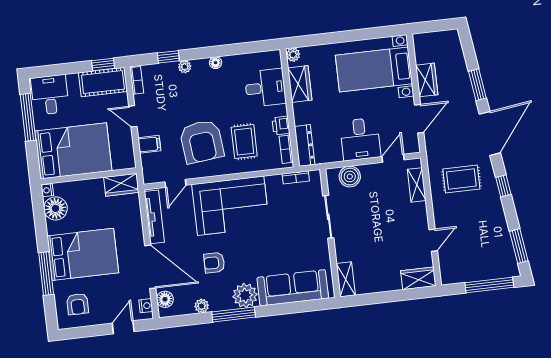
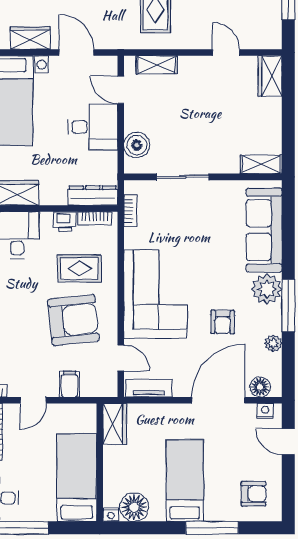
bed: (73, 151) -> (77, 477), width x0.67
tv unit: (154, 217) -> (149, 388), width x0.71
bed: (83, 254) -> (185, 480), width x0.67

